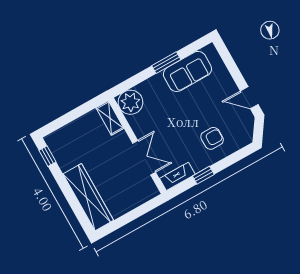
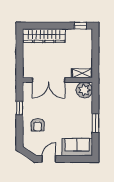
sofa: (187, 71) -> (77, 147), moved, turned 90
double door: (144, 158) -> (48, 80), width x1.37
fireplace: (177, 176) -> (27, 93), removed

